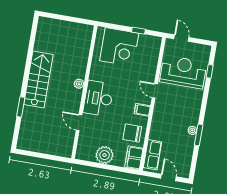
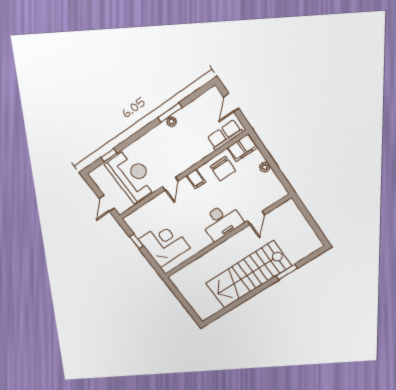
reception desk: (183, 72) -> (132, 176), turned 180
stairs: (38, 79) -> (249, 275), width x1.36, depth x1.51
plant: (79, 84) -> (225, 247), removed
plant: (104, 155) -> (265, 167), width x0.53, depth x0.53

